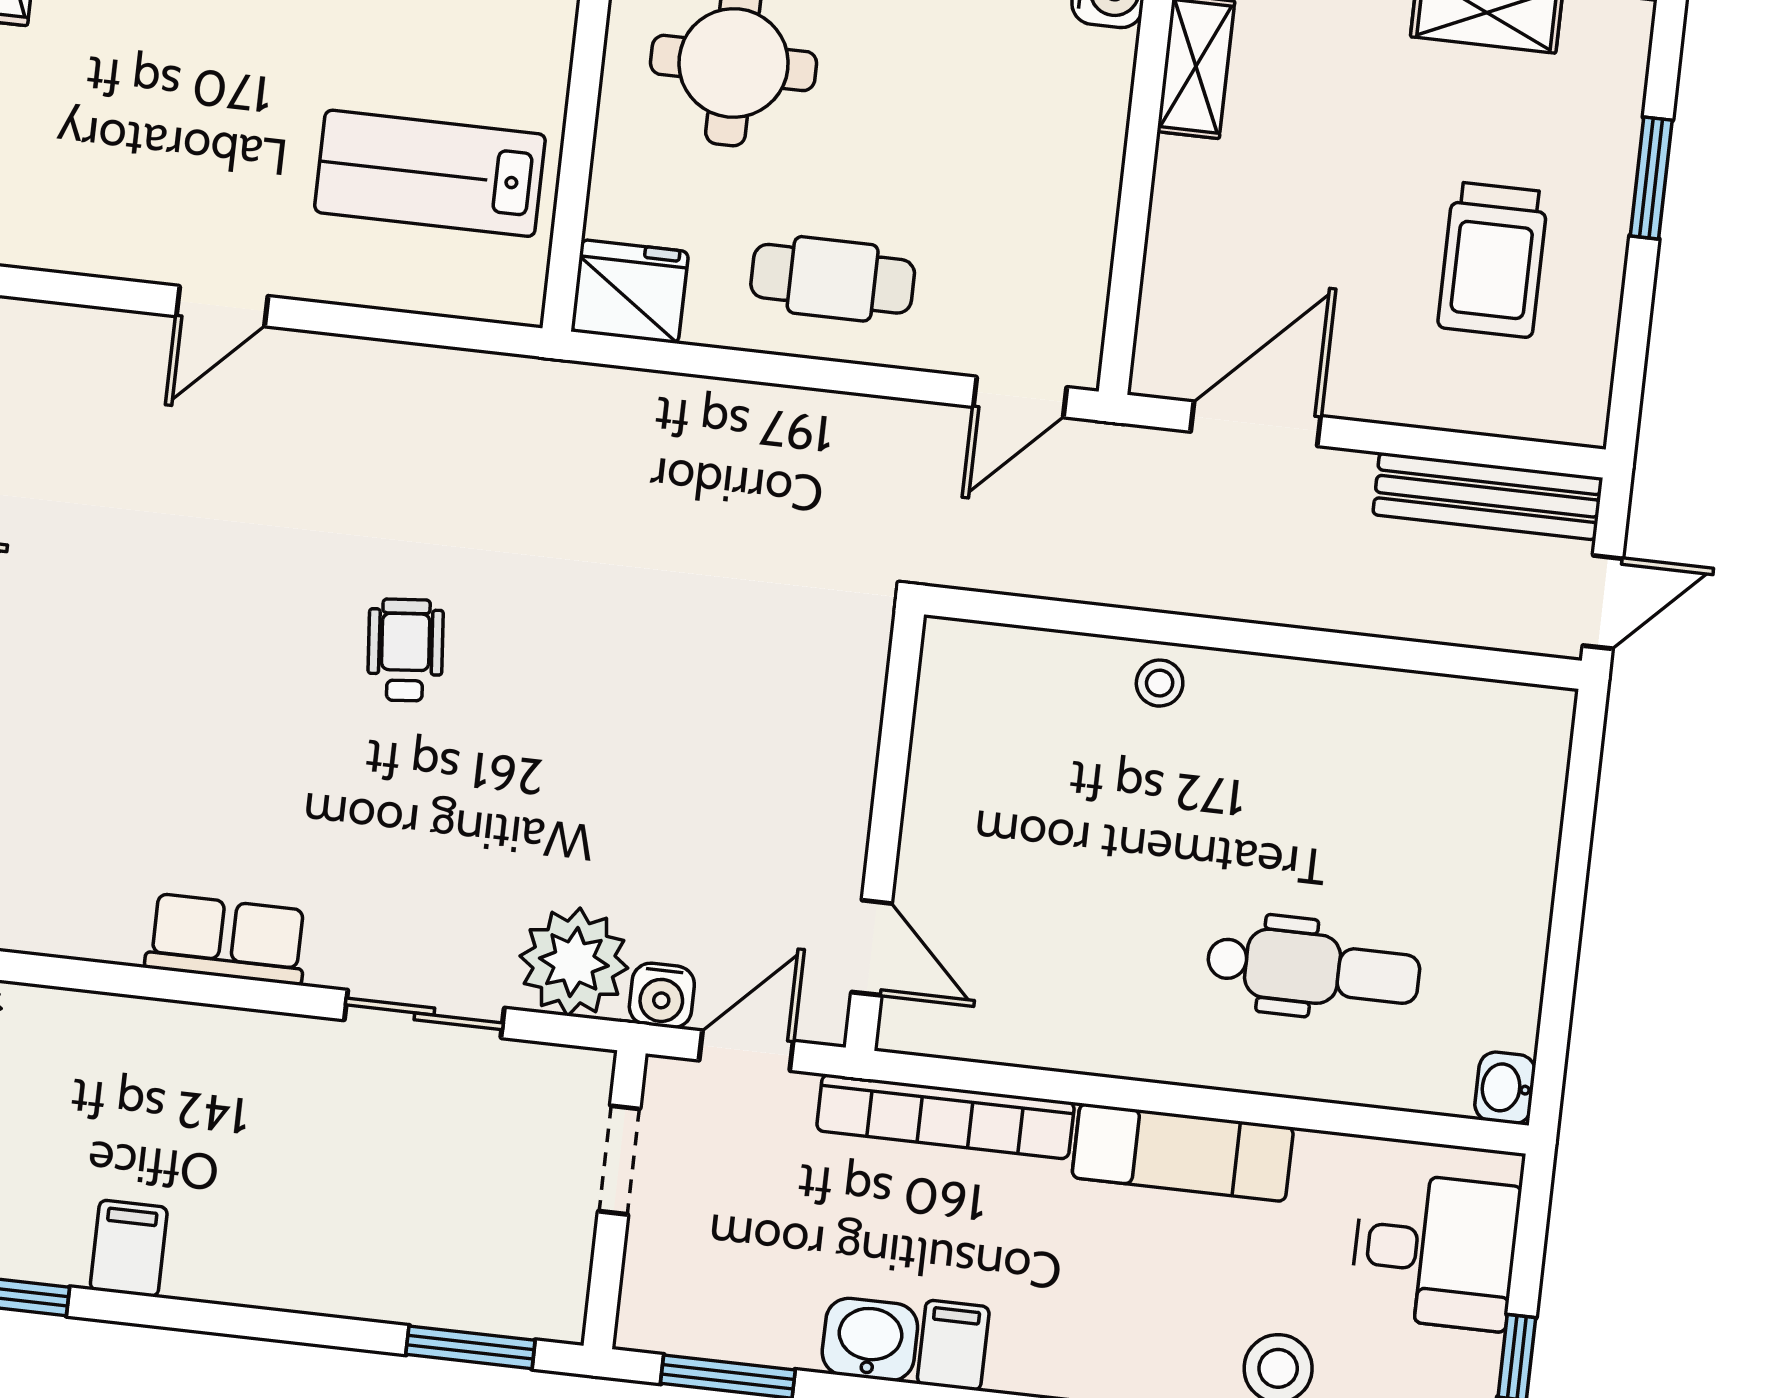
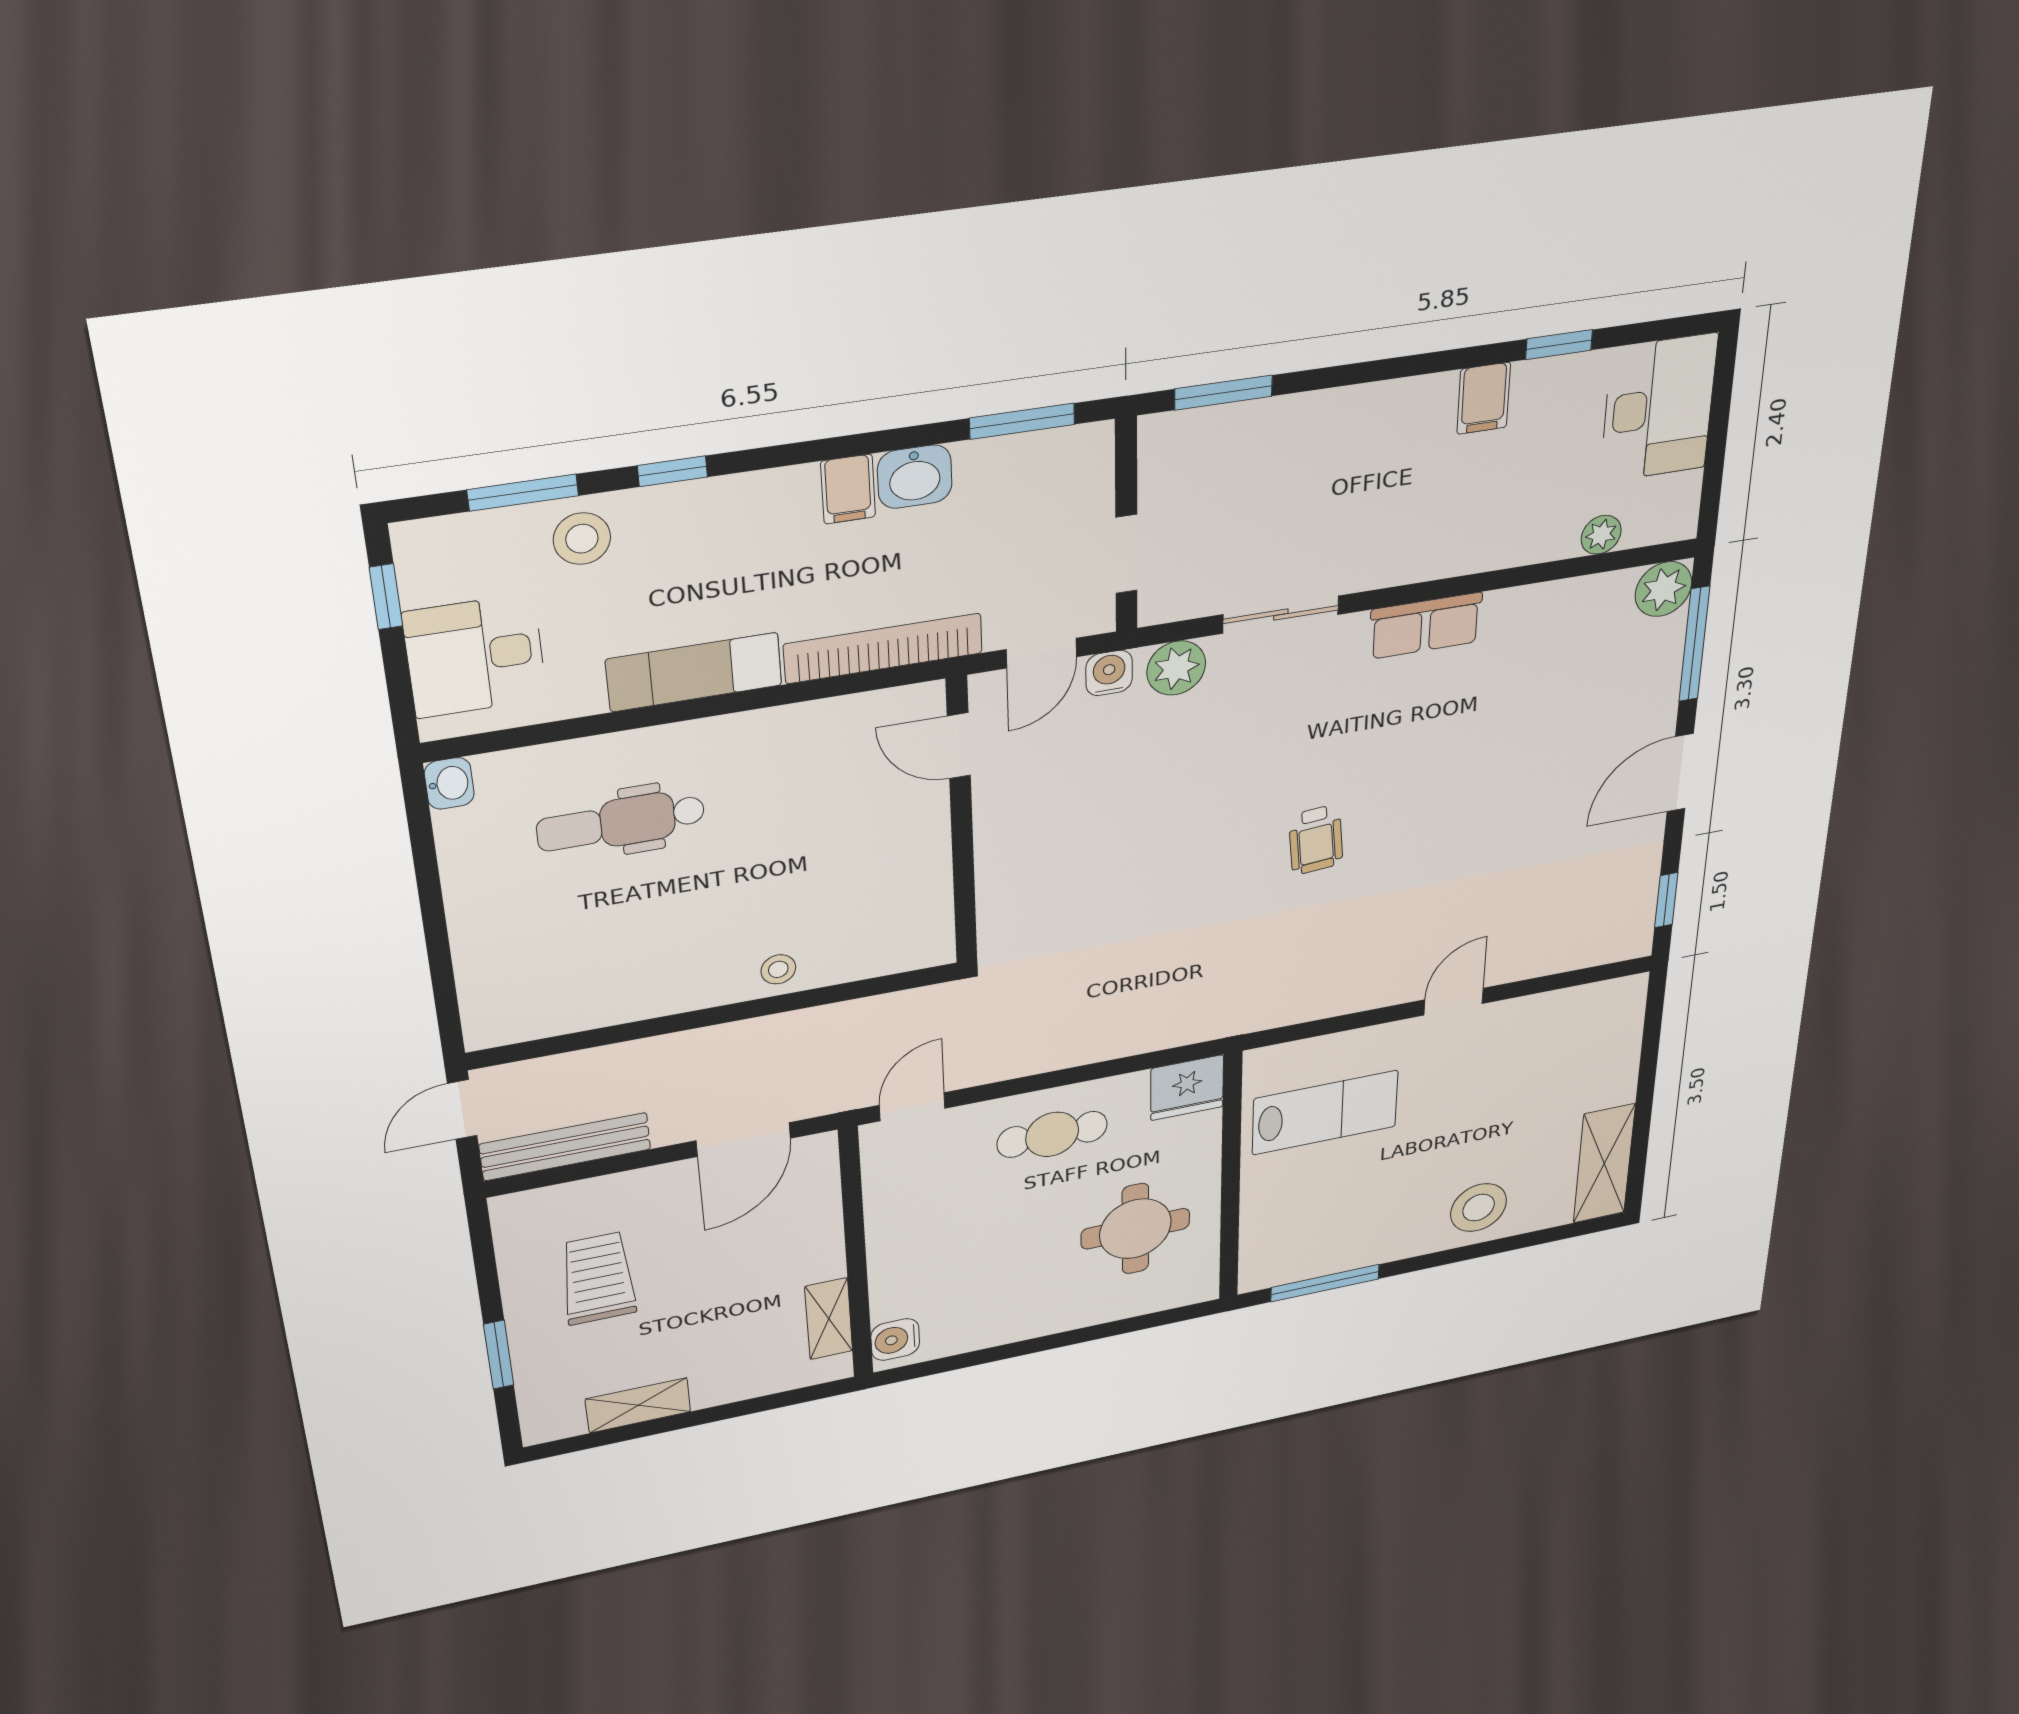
plant: (574, 962) -> (1176, 668), width x0.73, depth x0.73

